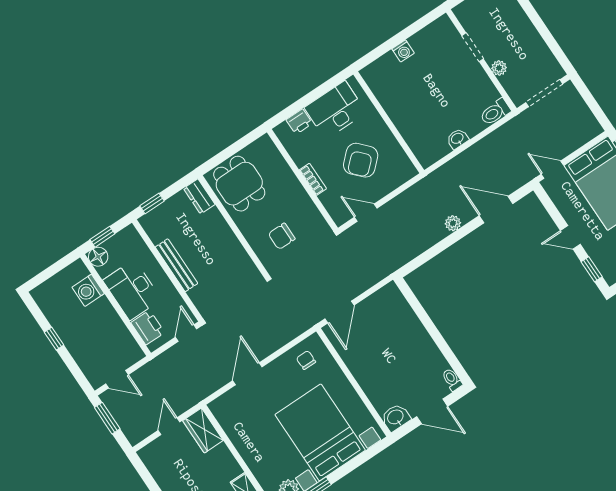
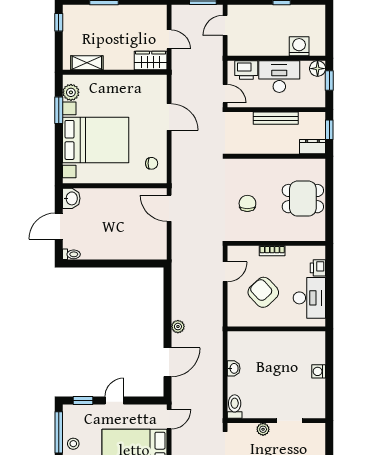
dresser: (199, 196) -> (312, 147), moved
wall: (233, 226) -> (276, 156), moved

